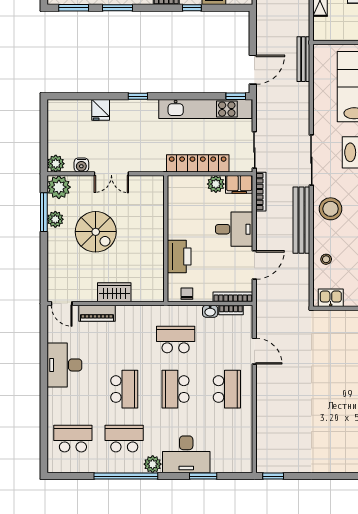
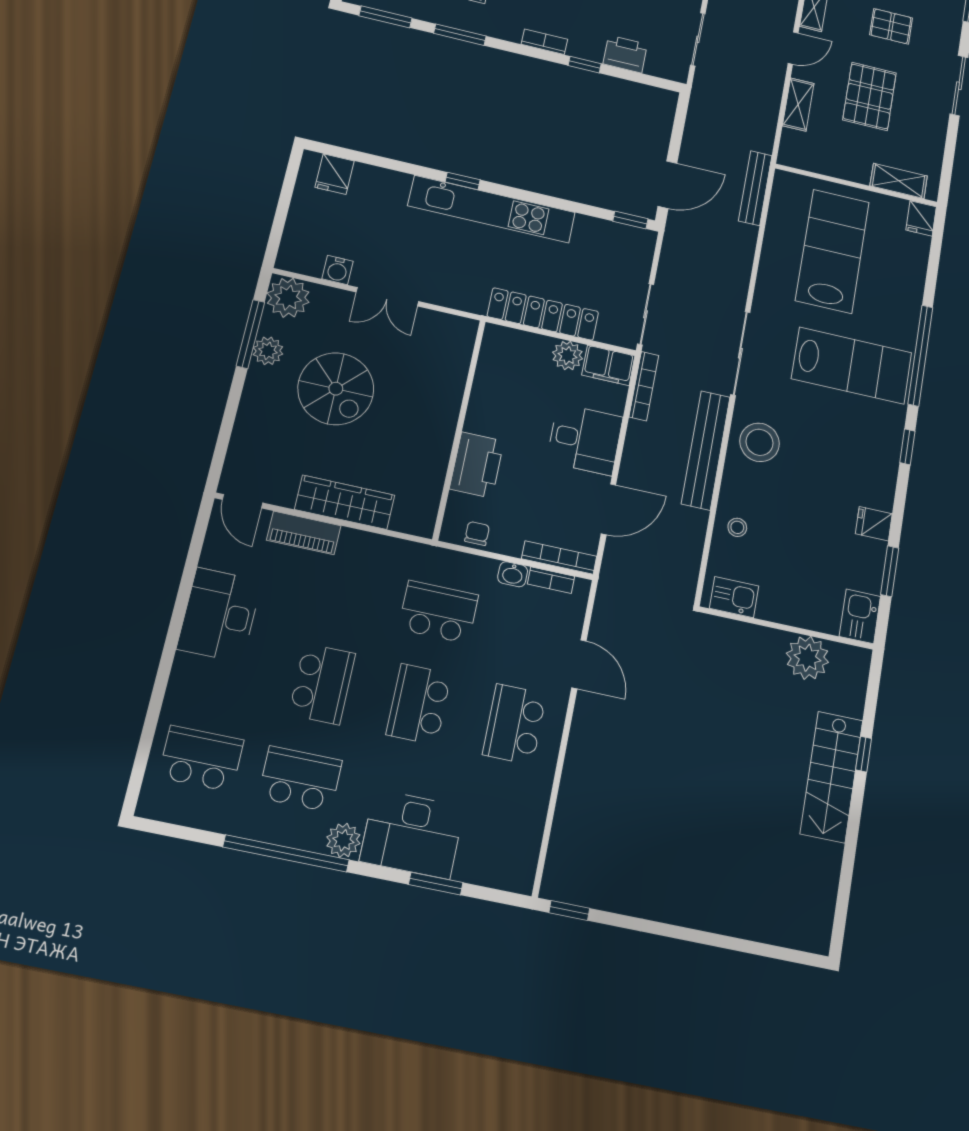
kitchen unit: (205, 109) -> (492, 209), moved
fridge: (101, 110) -> (335, 174), moved
plant: (56, 164) -> (292, 257), removed
wardrobe: (114, 292) -> (345, 502), width x1.50
school desk: (227, 389) -> (515, 724), turned 180

